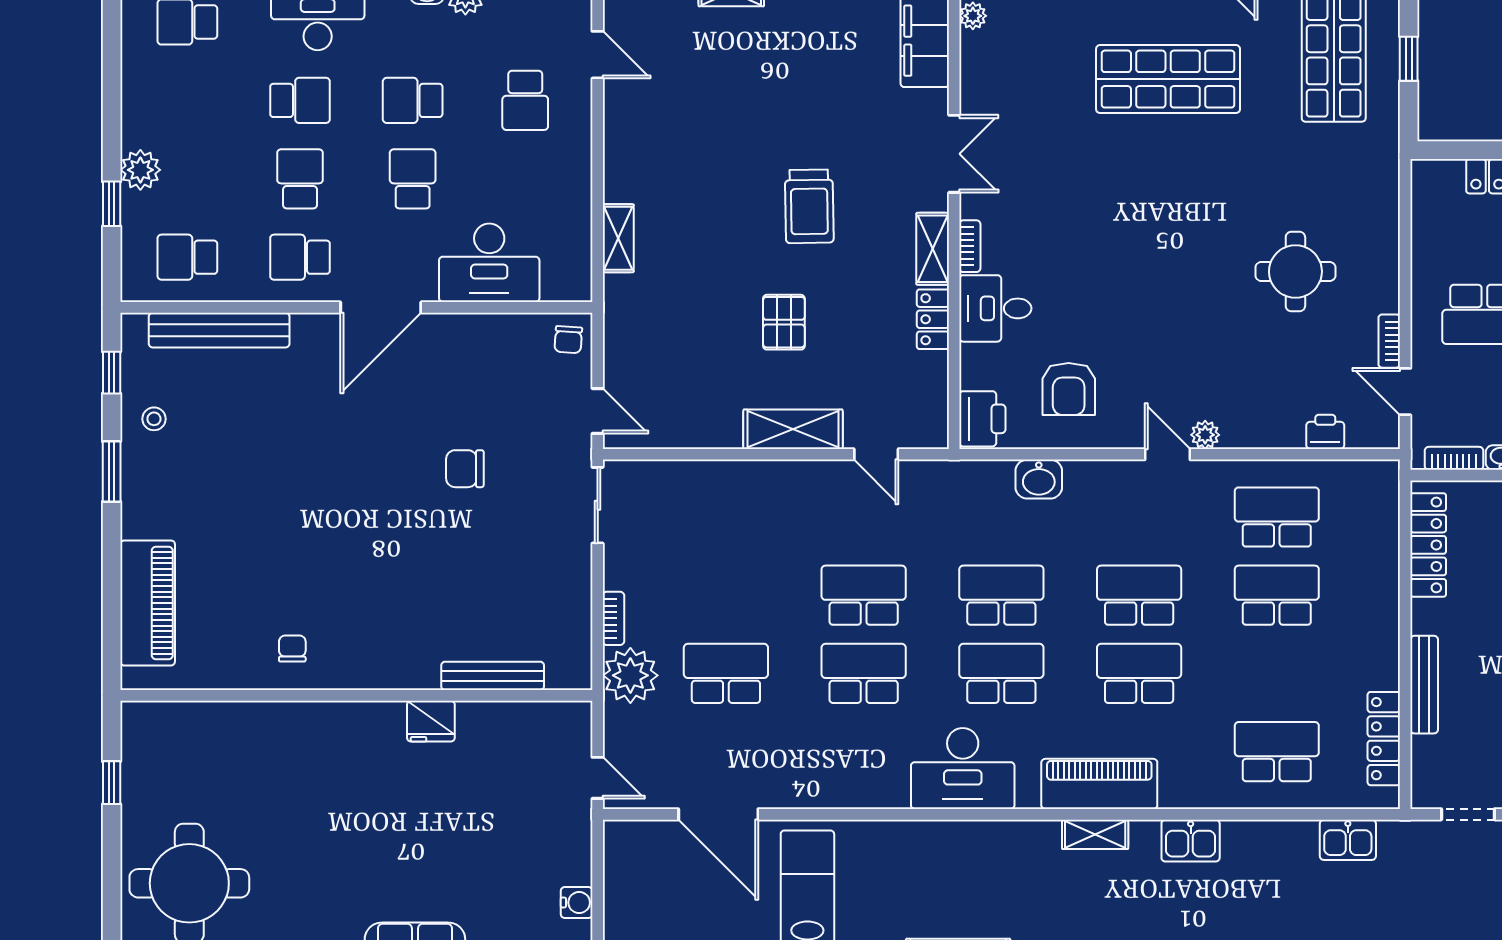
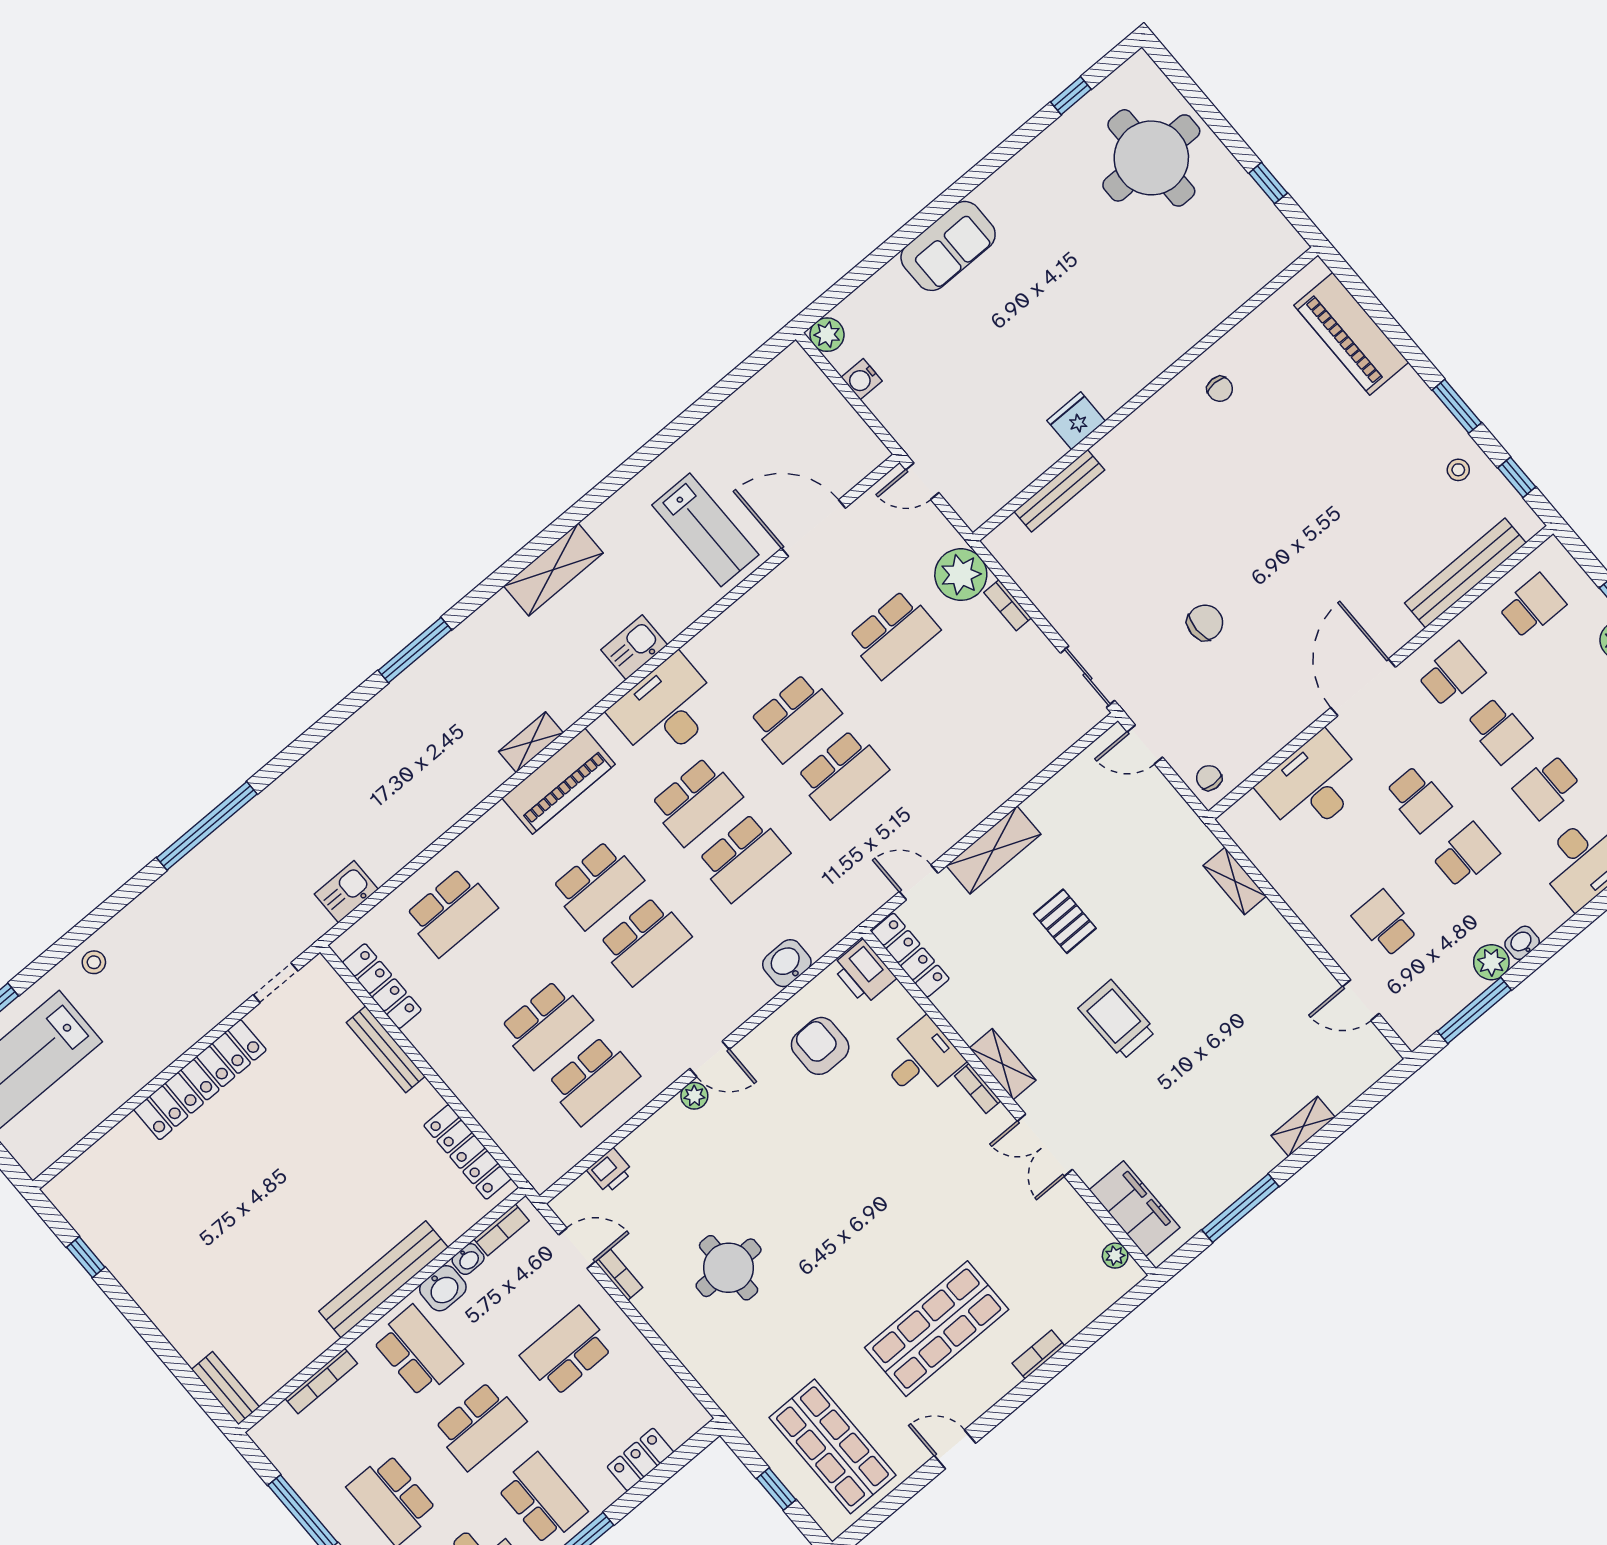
locker: (933, 319) -> (910, 955), moved, width x1.53
kitchen sink: (1191, 841) -> (634, 647), moved

